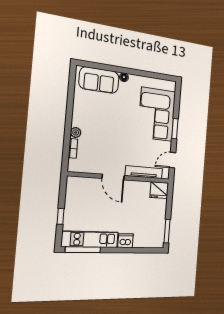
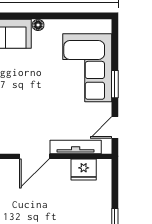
door: (113, 177) -> (34, 156), hinge flipped
fridge: (159, 190) -> (84, 170), moved

